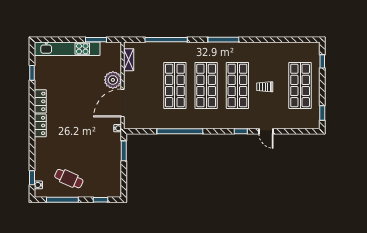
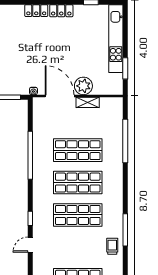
window: (223, 40) -> (125, 230), moved
shelving: (129, 60) -> (88, 102), moved
trolley: (265, 87) -> (112, 246), moved

